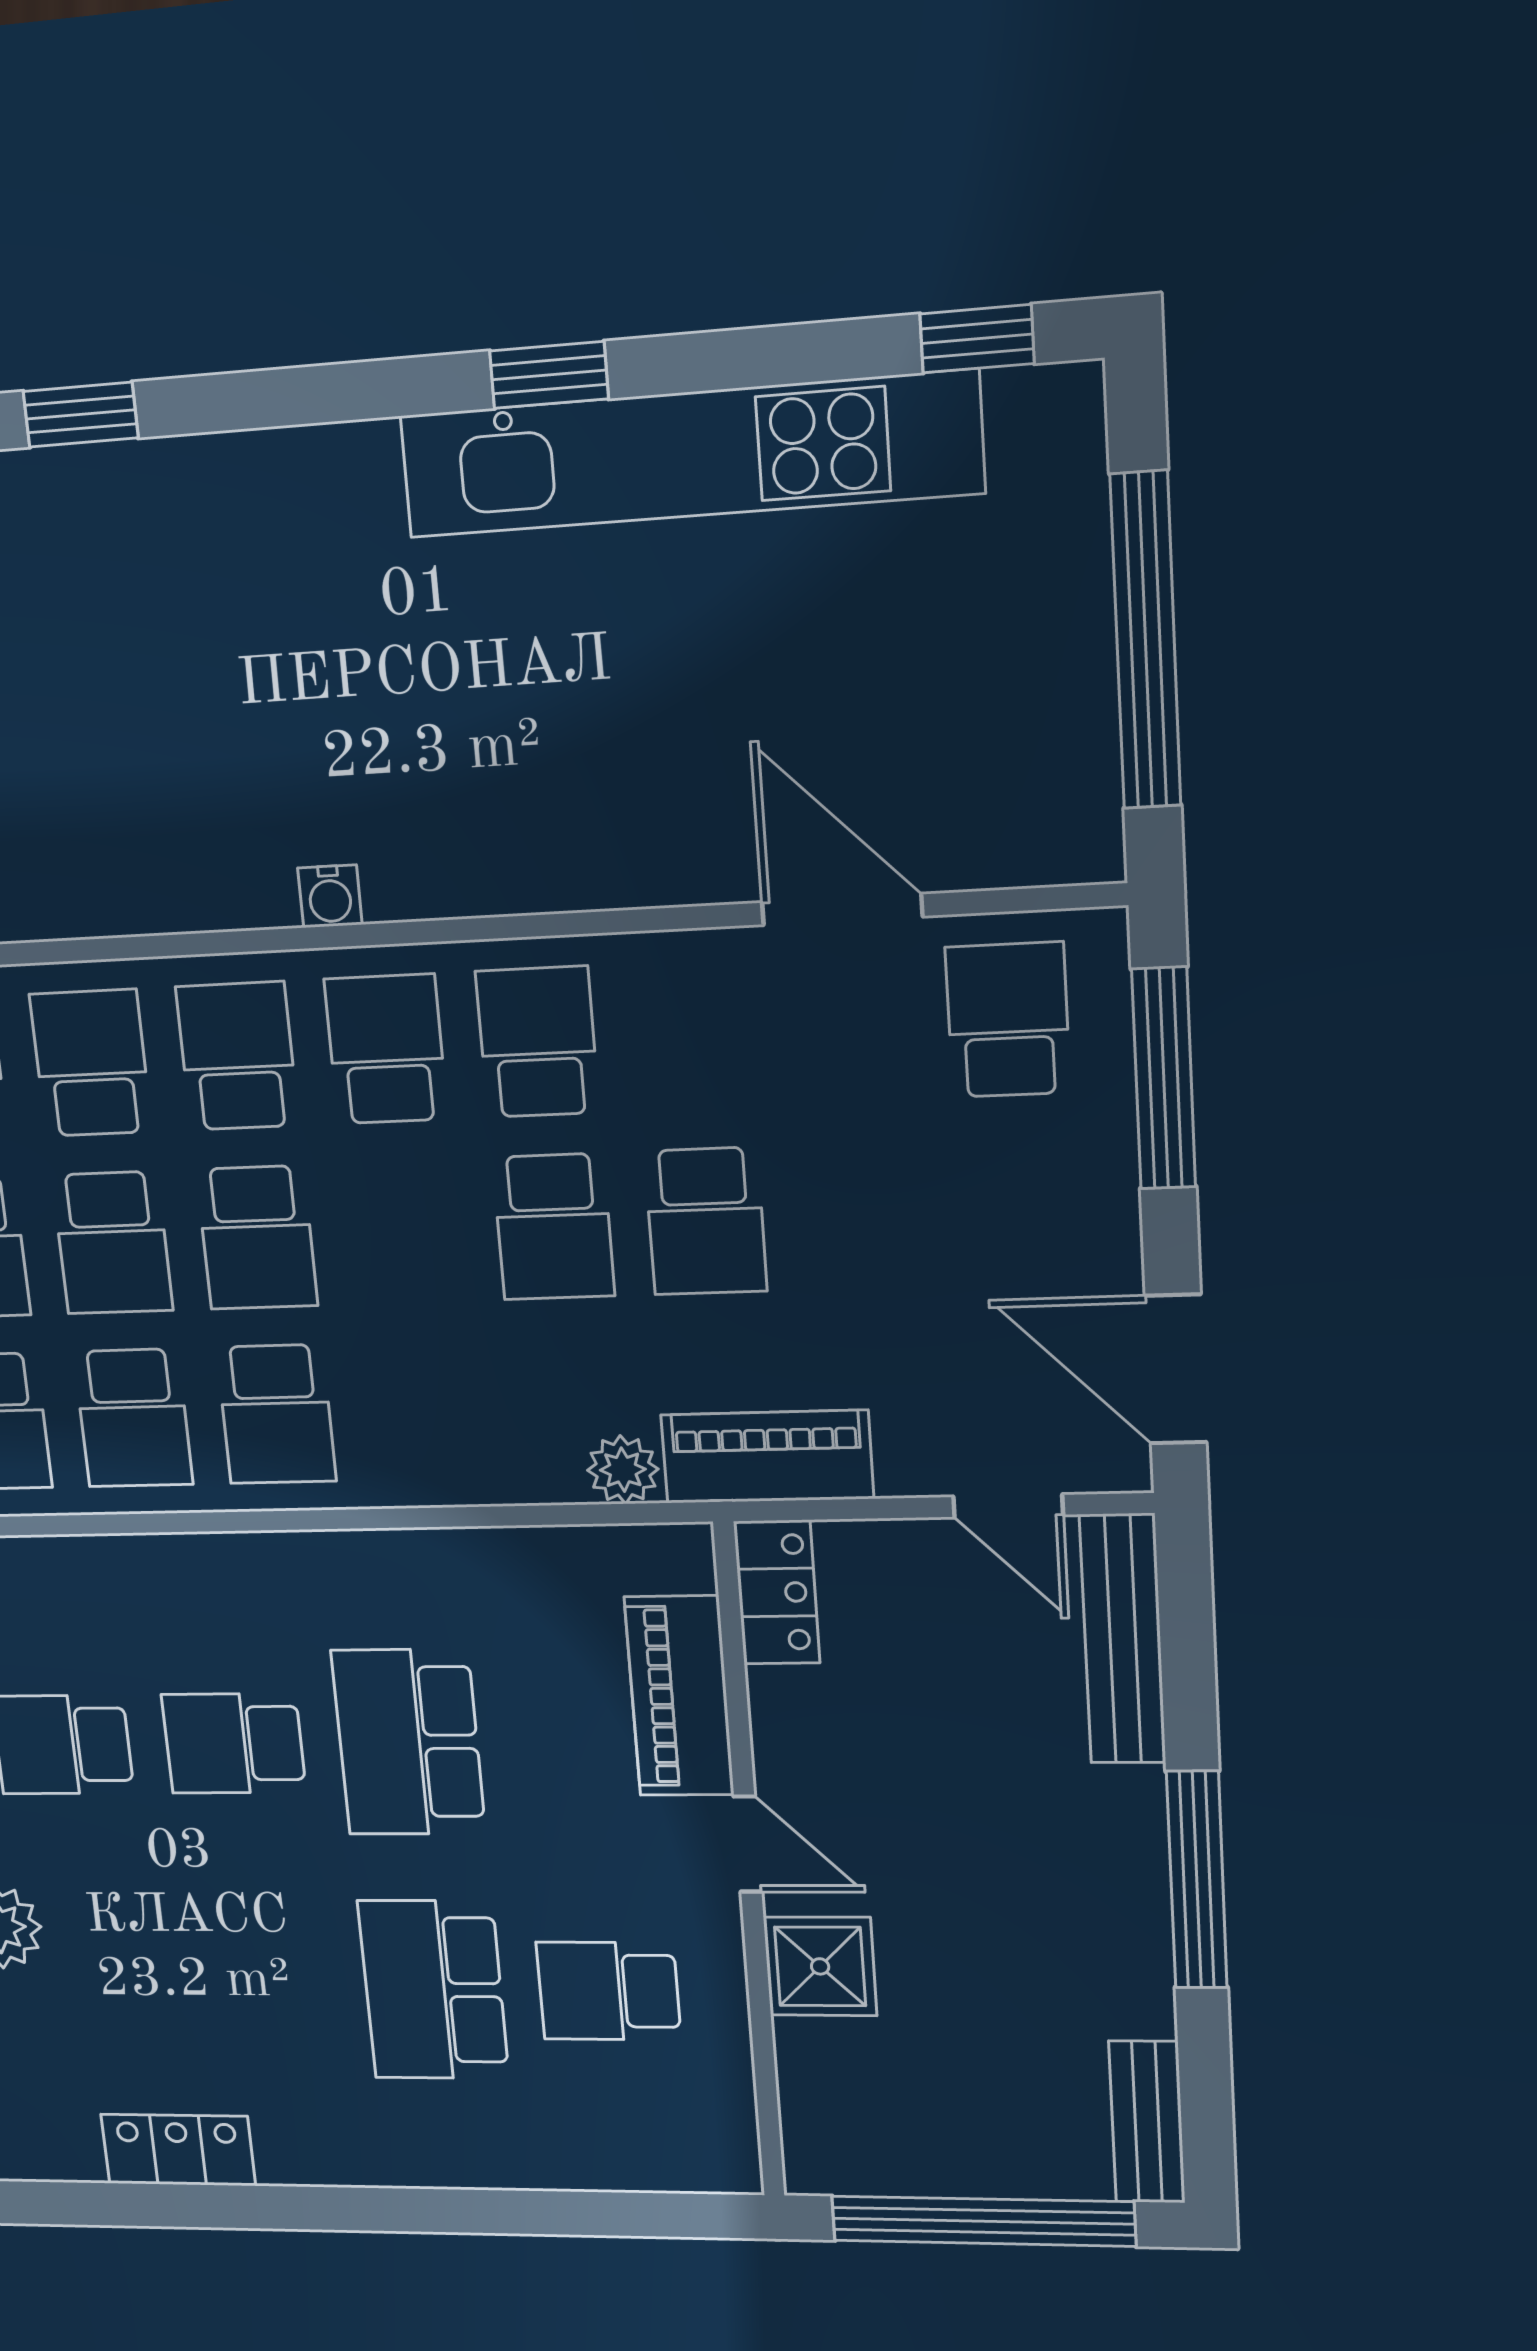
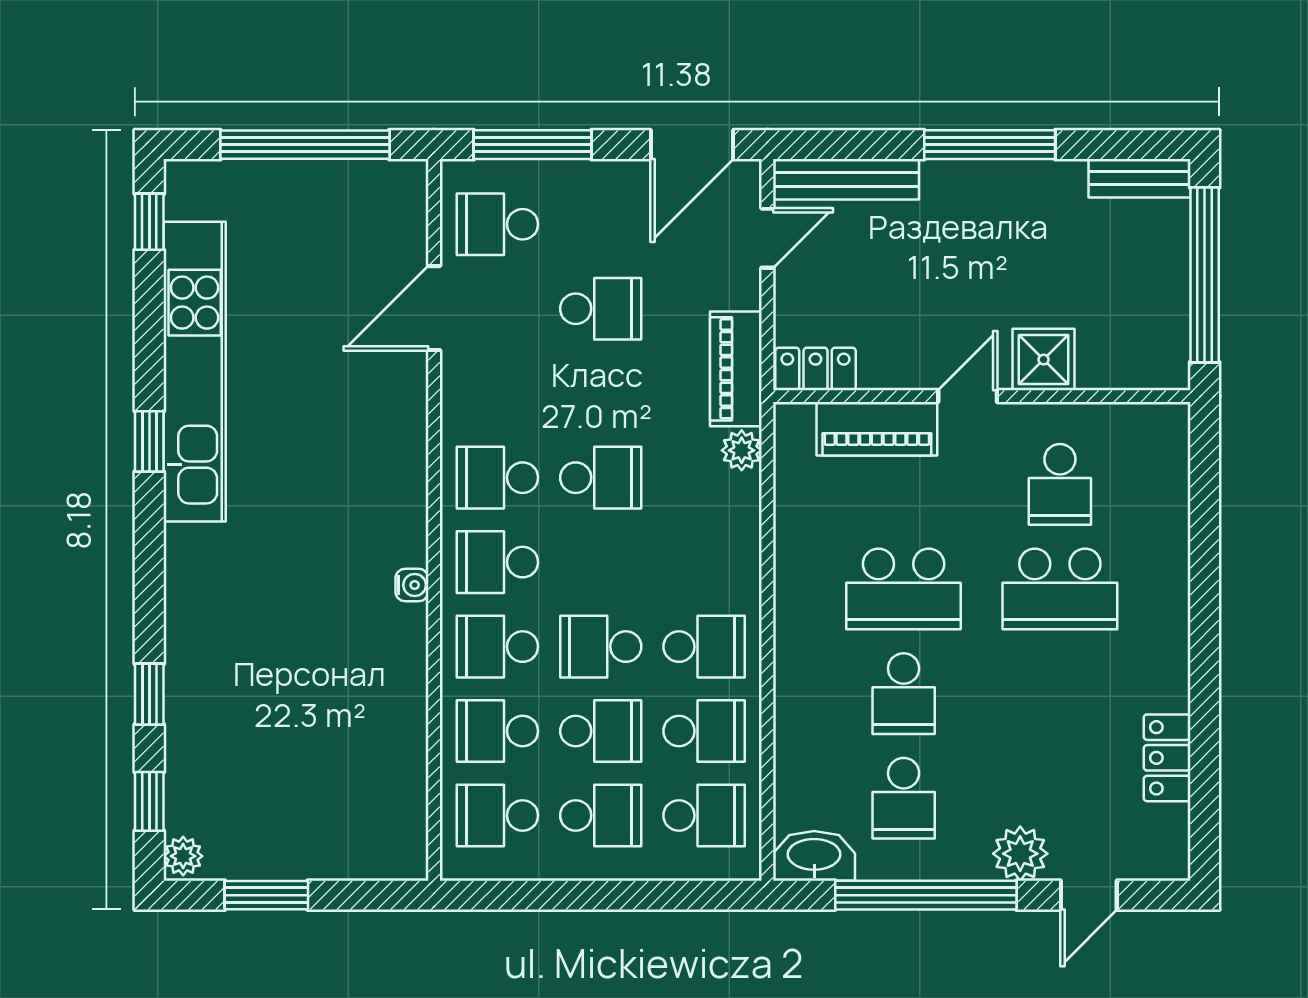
school desk: (706, 1221) -> (601, 309), moved
school desk: (257, 1238) -> (601, 647), turned 180

